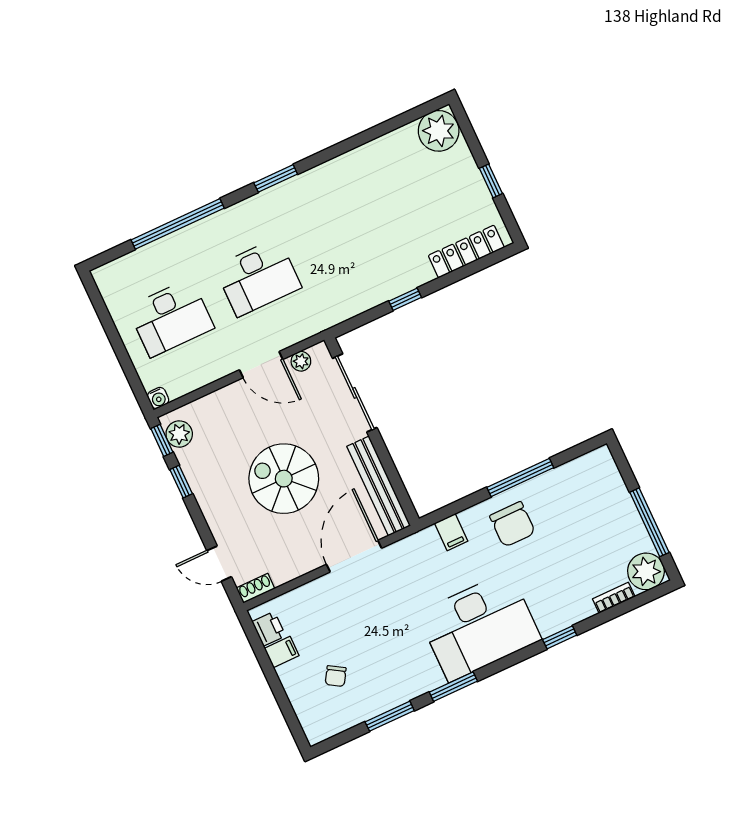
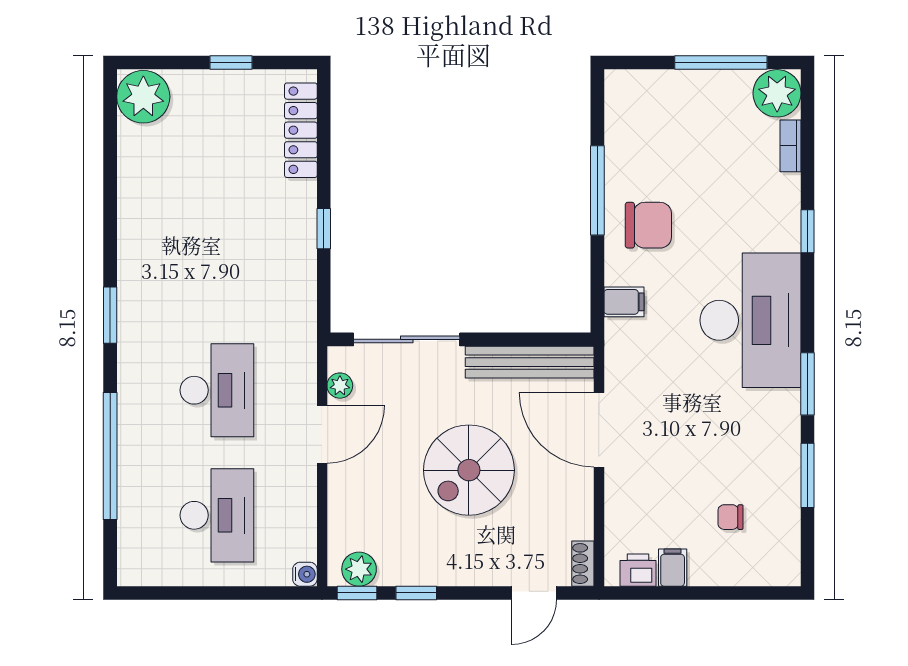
chair: (336, 676) -> (730, 517), turned 148

